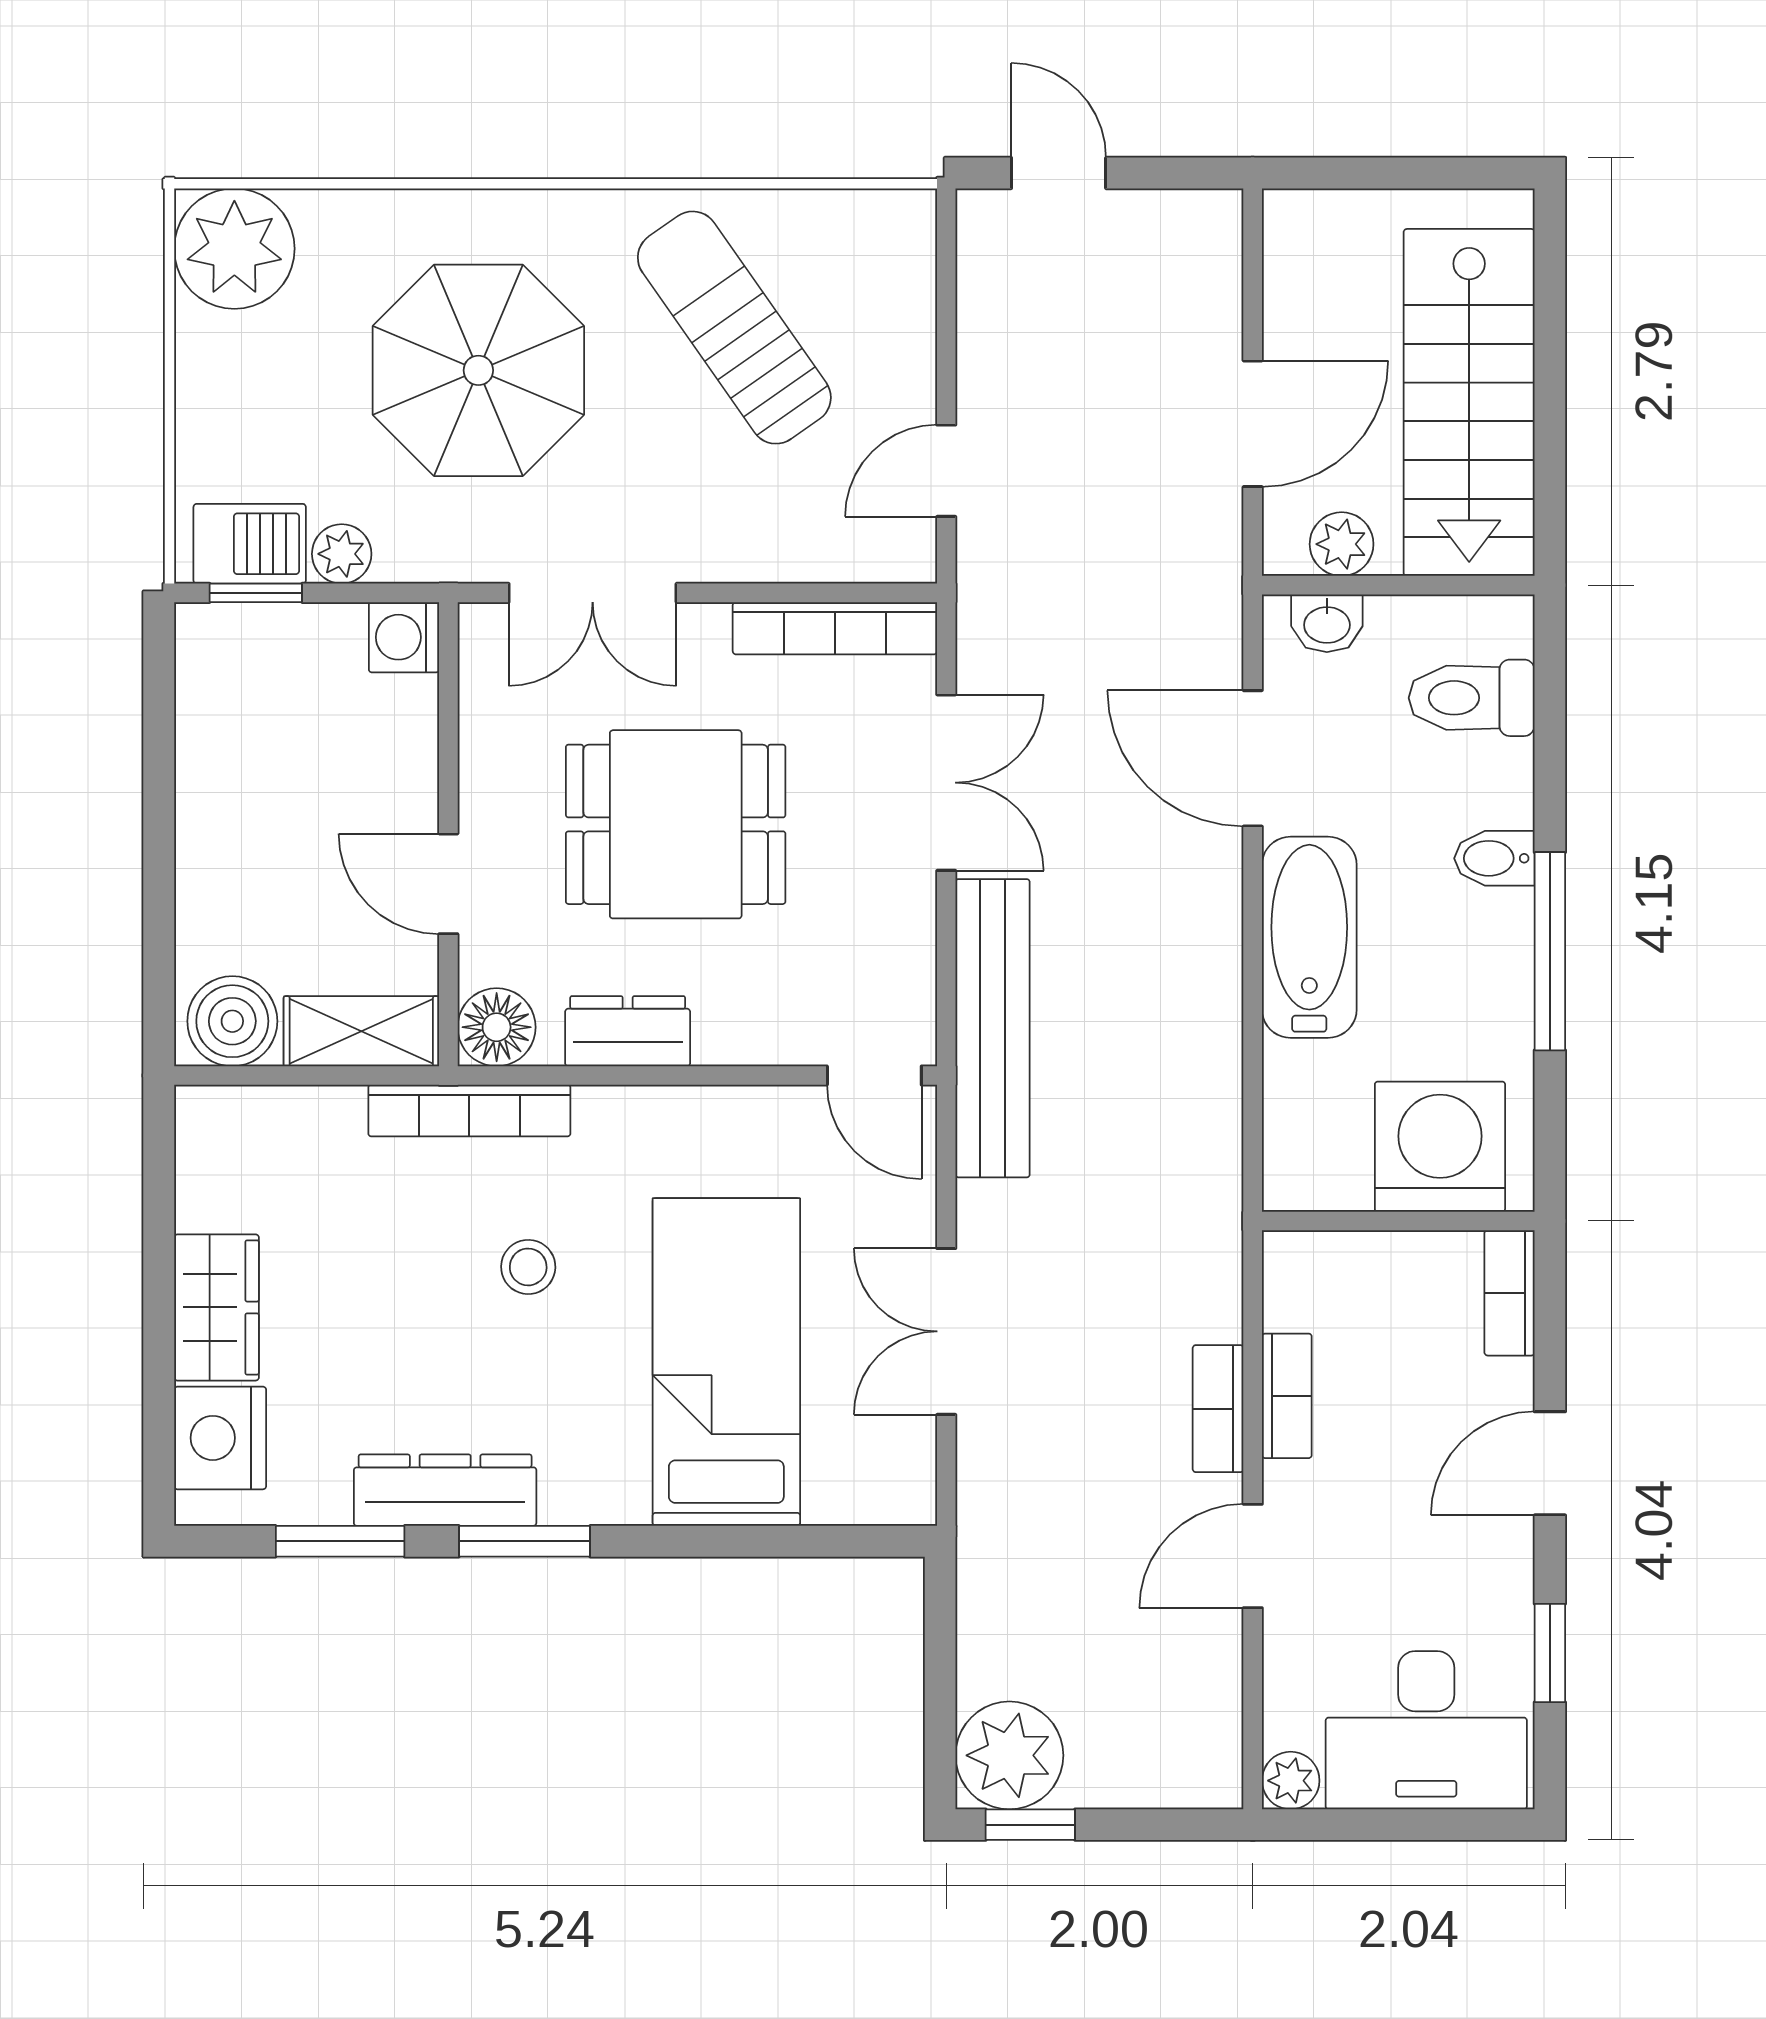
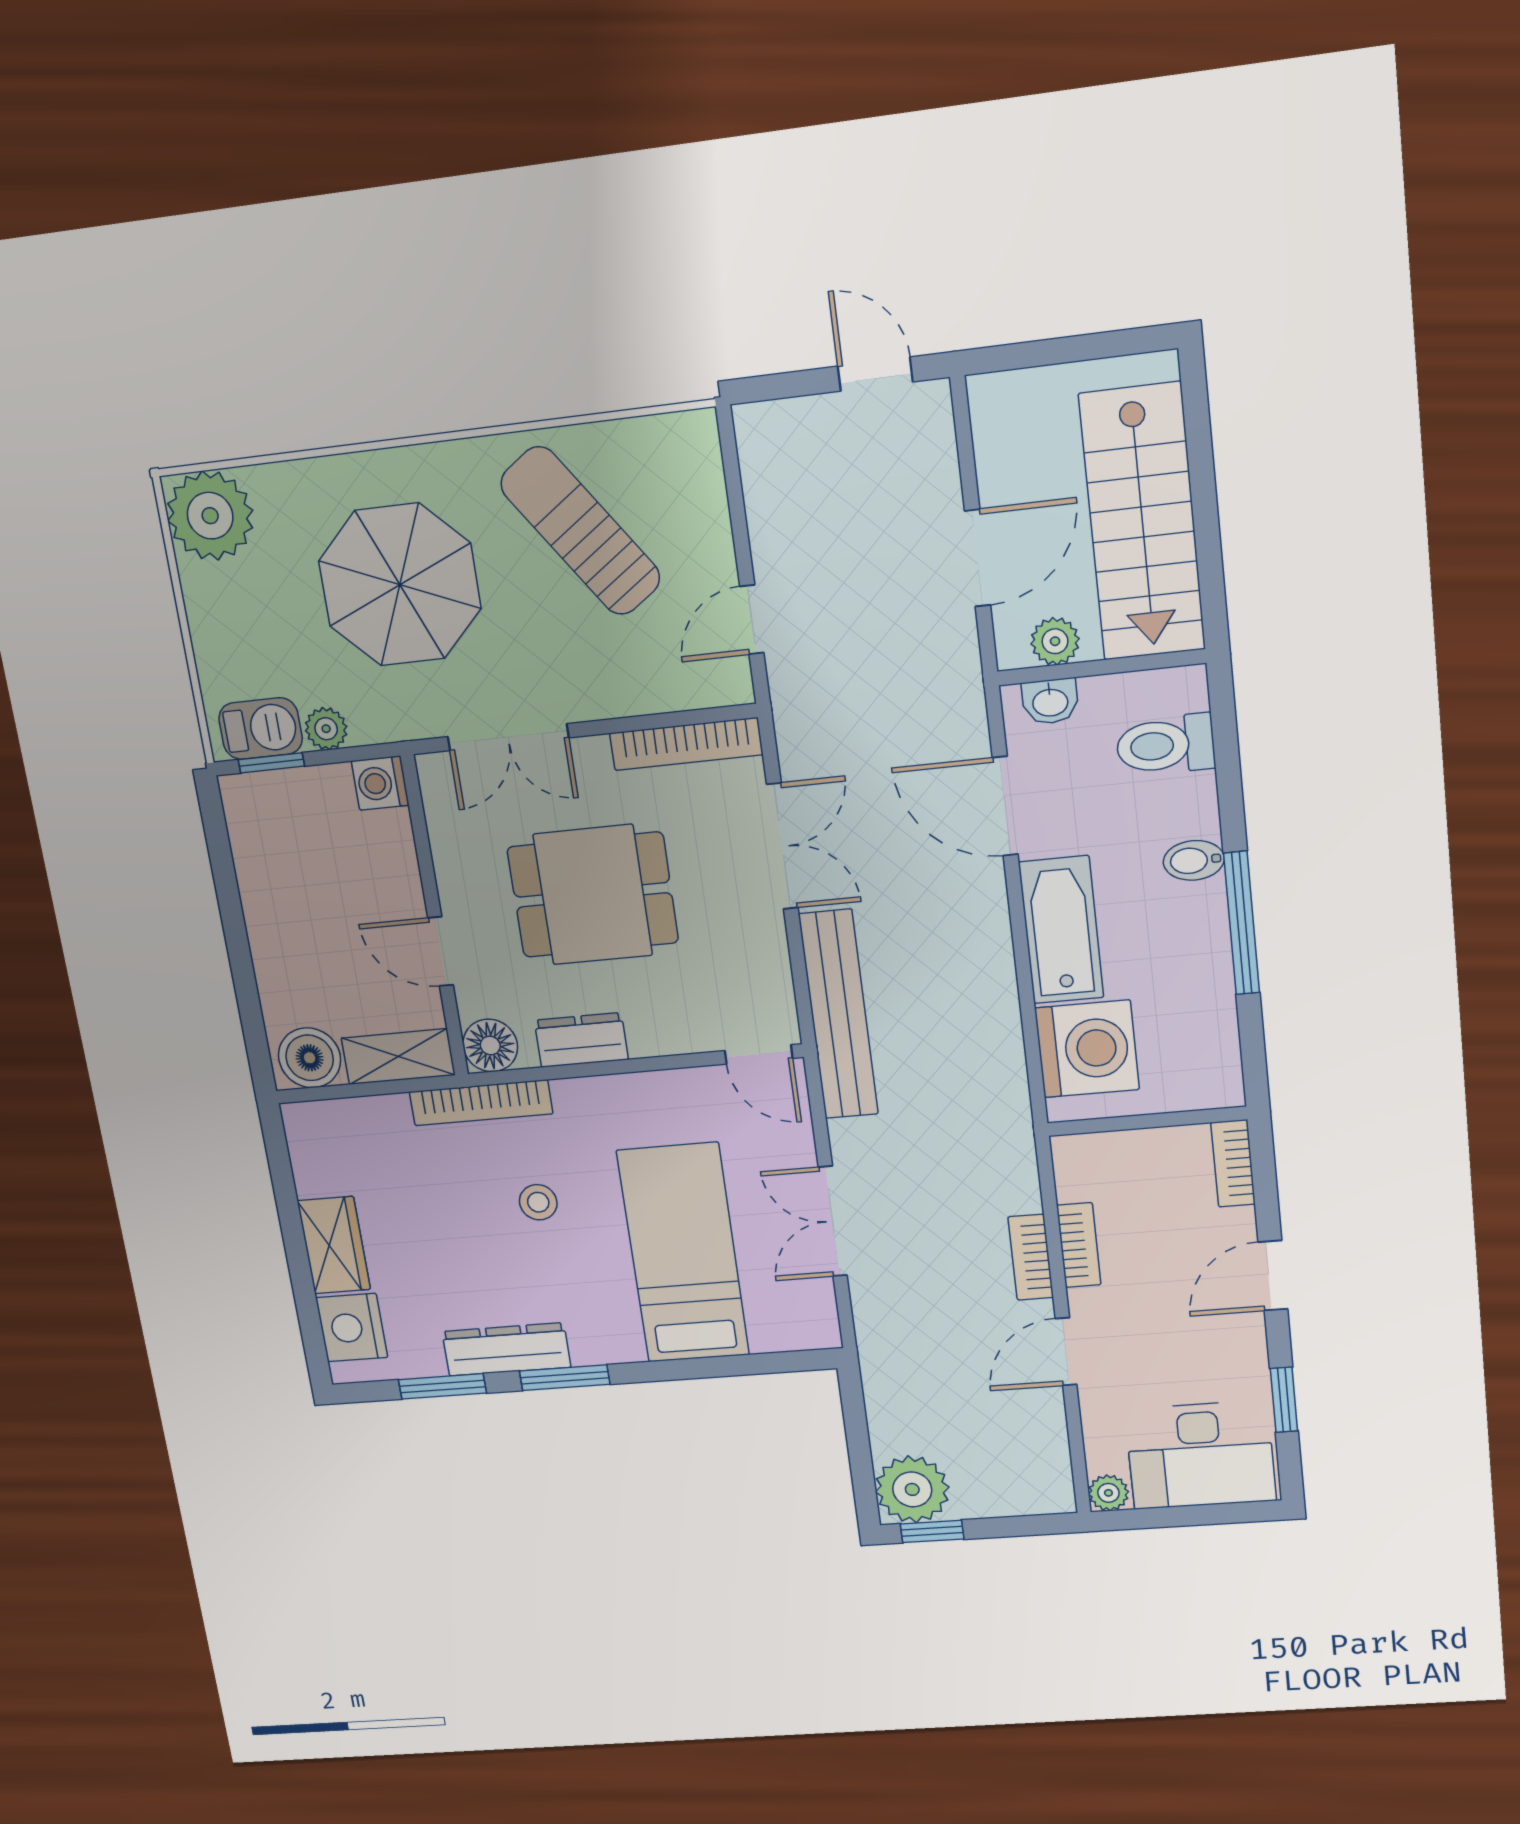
door: (1059, 173) -> (875, 374), moved
washing machine: (1440, 1147) -> (1087, 1049), moved, turned 90

